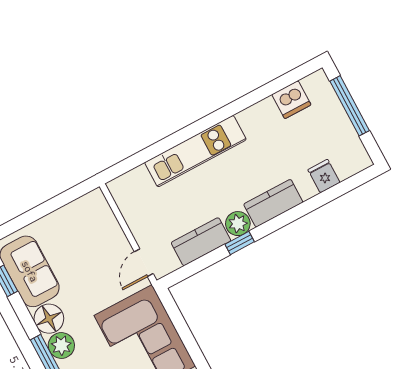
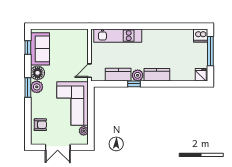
dishwasher: (291, 100) -> (201, 36), moved
kitchen unit: (195, 151) -> (118, 36), moved
fridge: (324, 176) -> (201, 75), moved

